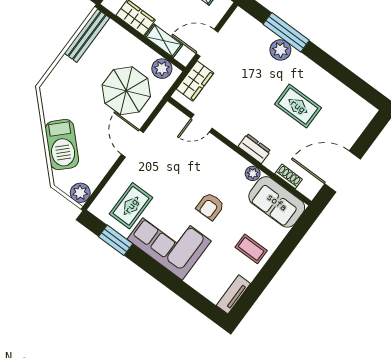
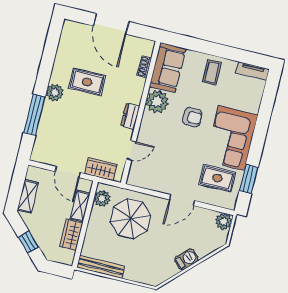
plant: (280, 50) -> (55, 93), moved
rug: (298, 106) -> (87, 82), turned 90
door: (202, 123) -> (131, 150), hinge flipped
door: (132, 144) -> (182, 200), moved
barbecue: (62, 145) -> (186, 259), width x0.53, depth x0.65
dresser: (254, 149) -> (130, 116), moved
door: (343, 172) -> (111, 24), moved
plant: (253, 173) -> (157, 102), width x1.88, depth x1.88

